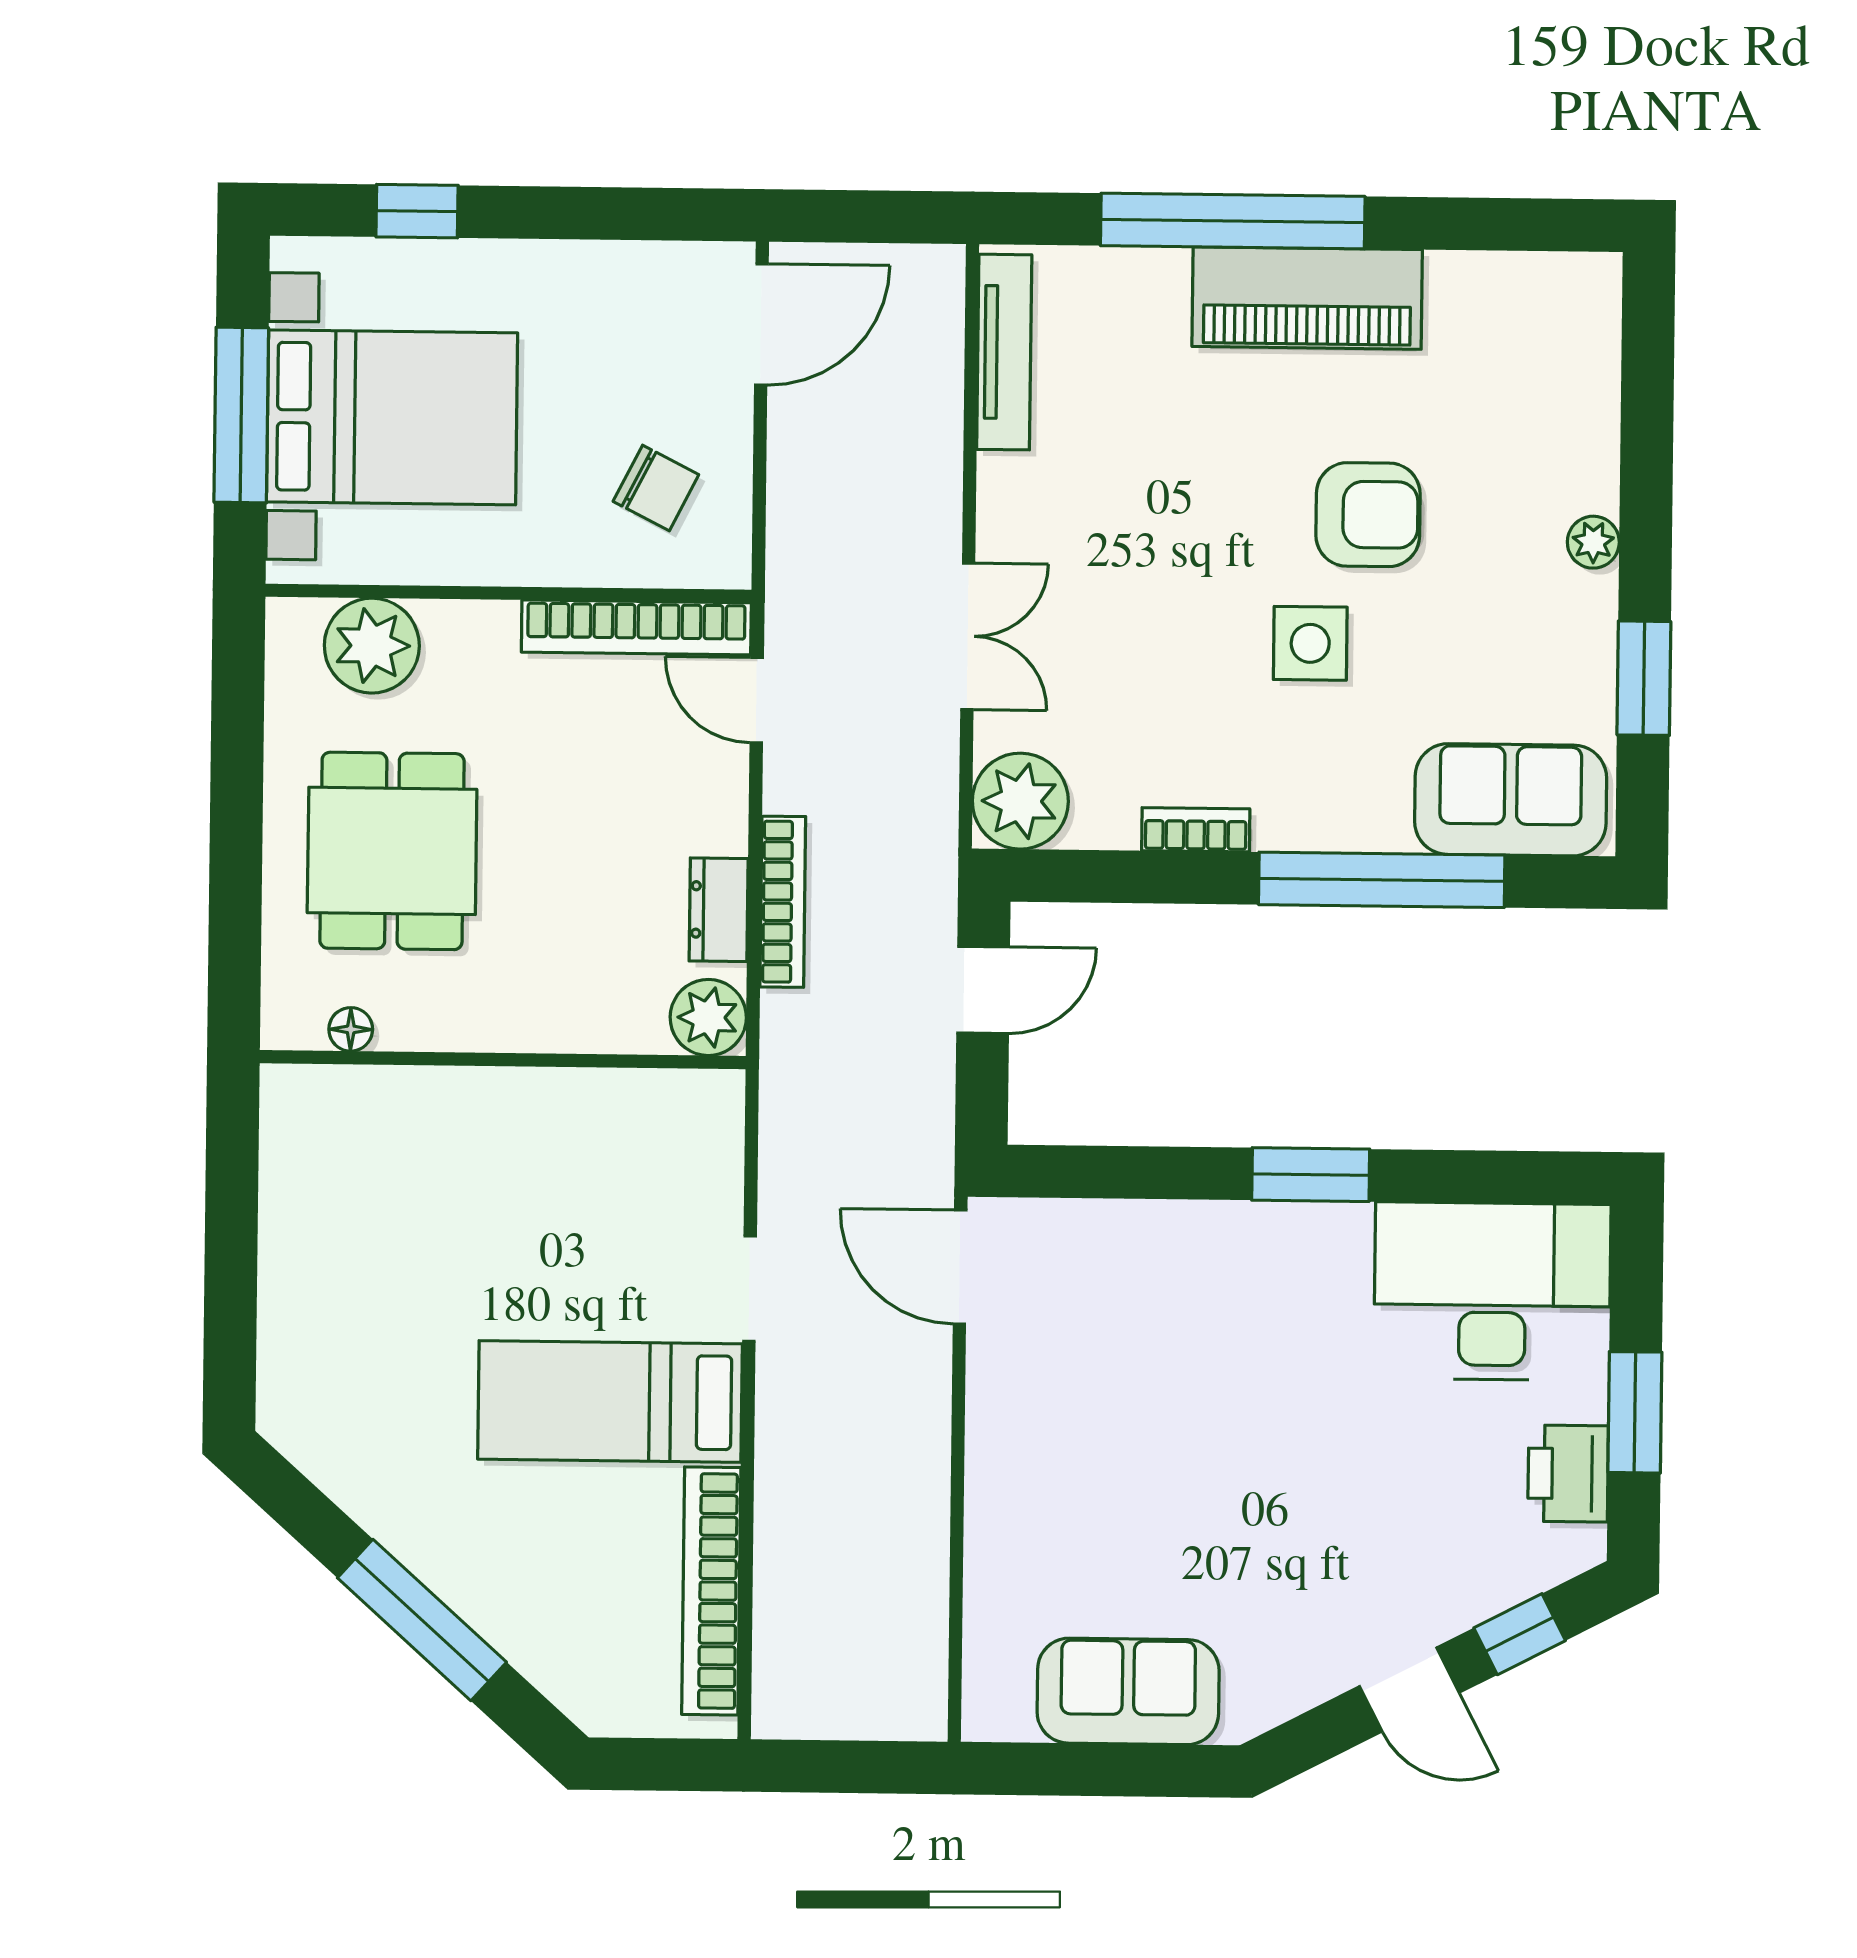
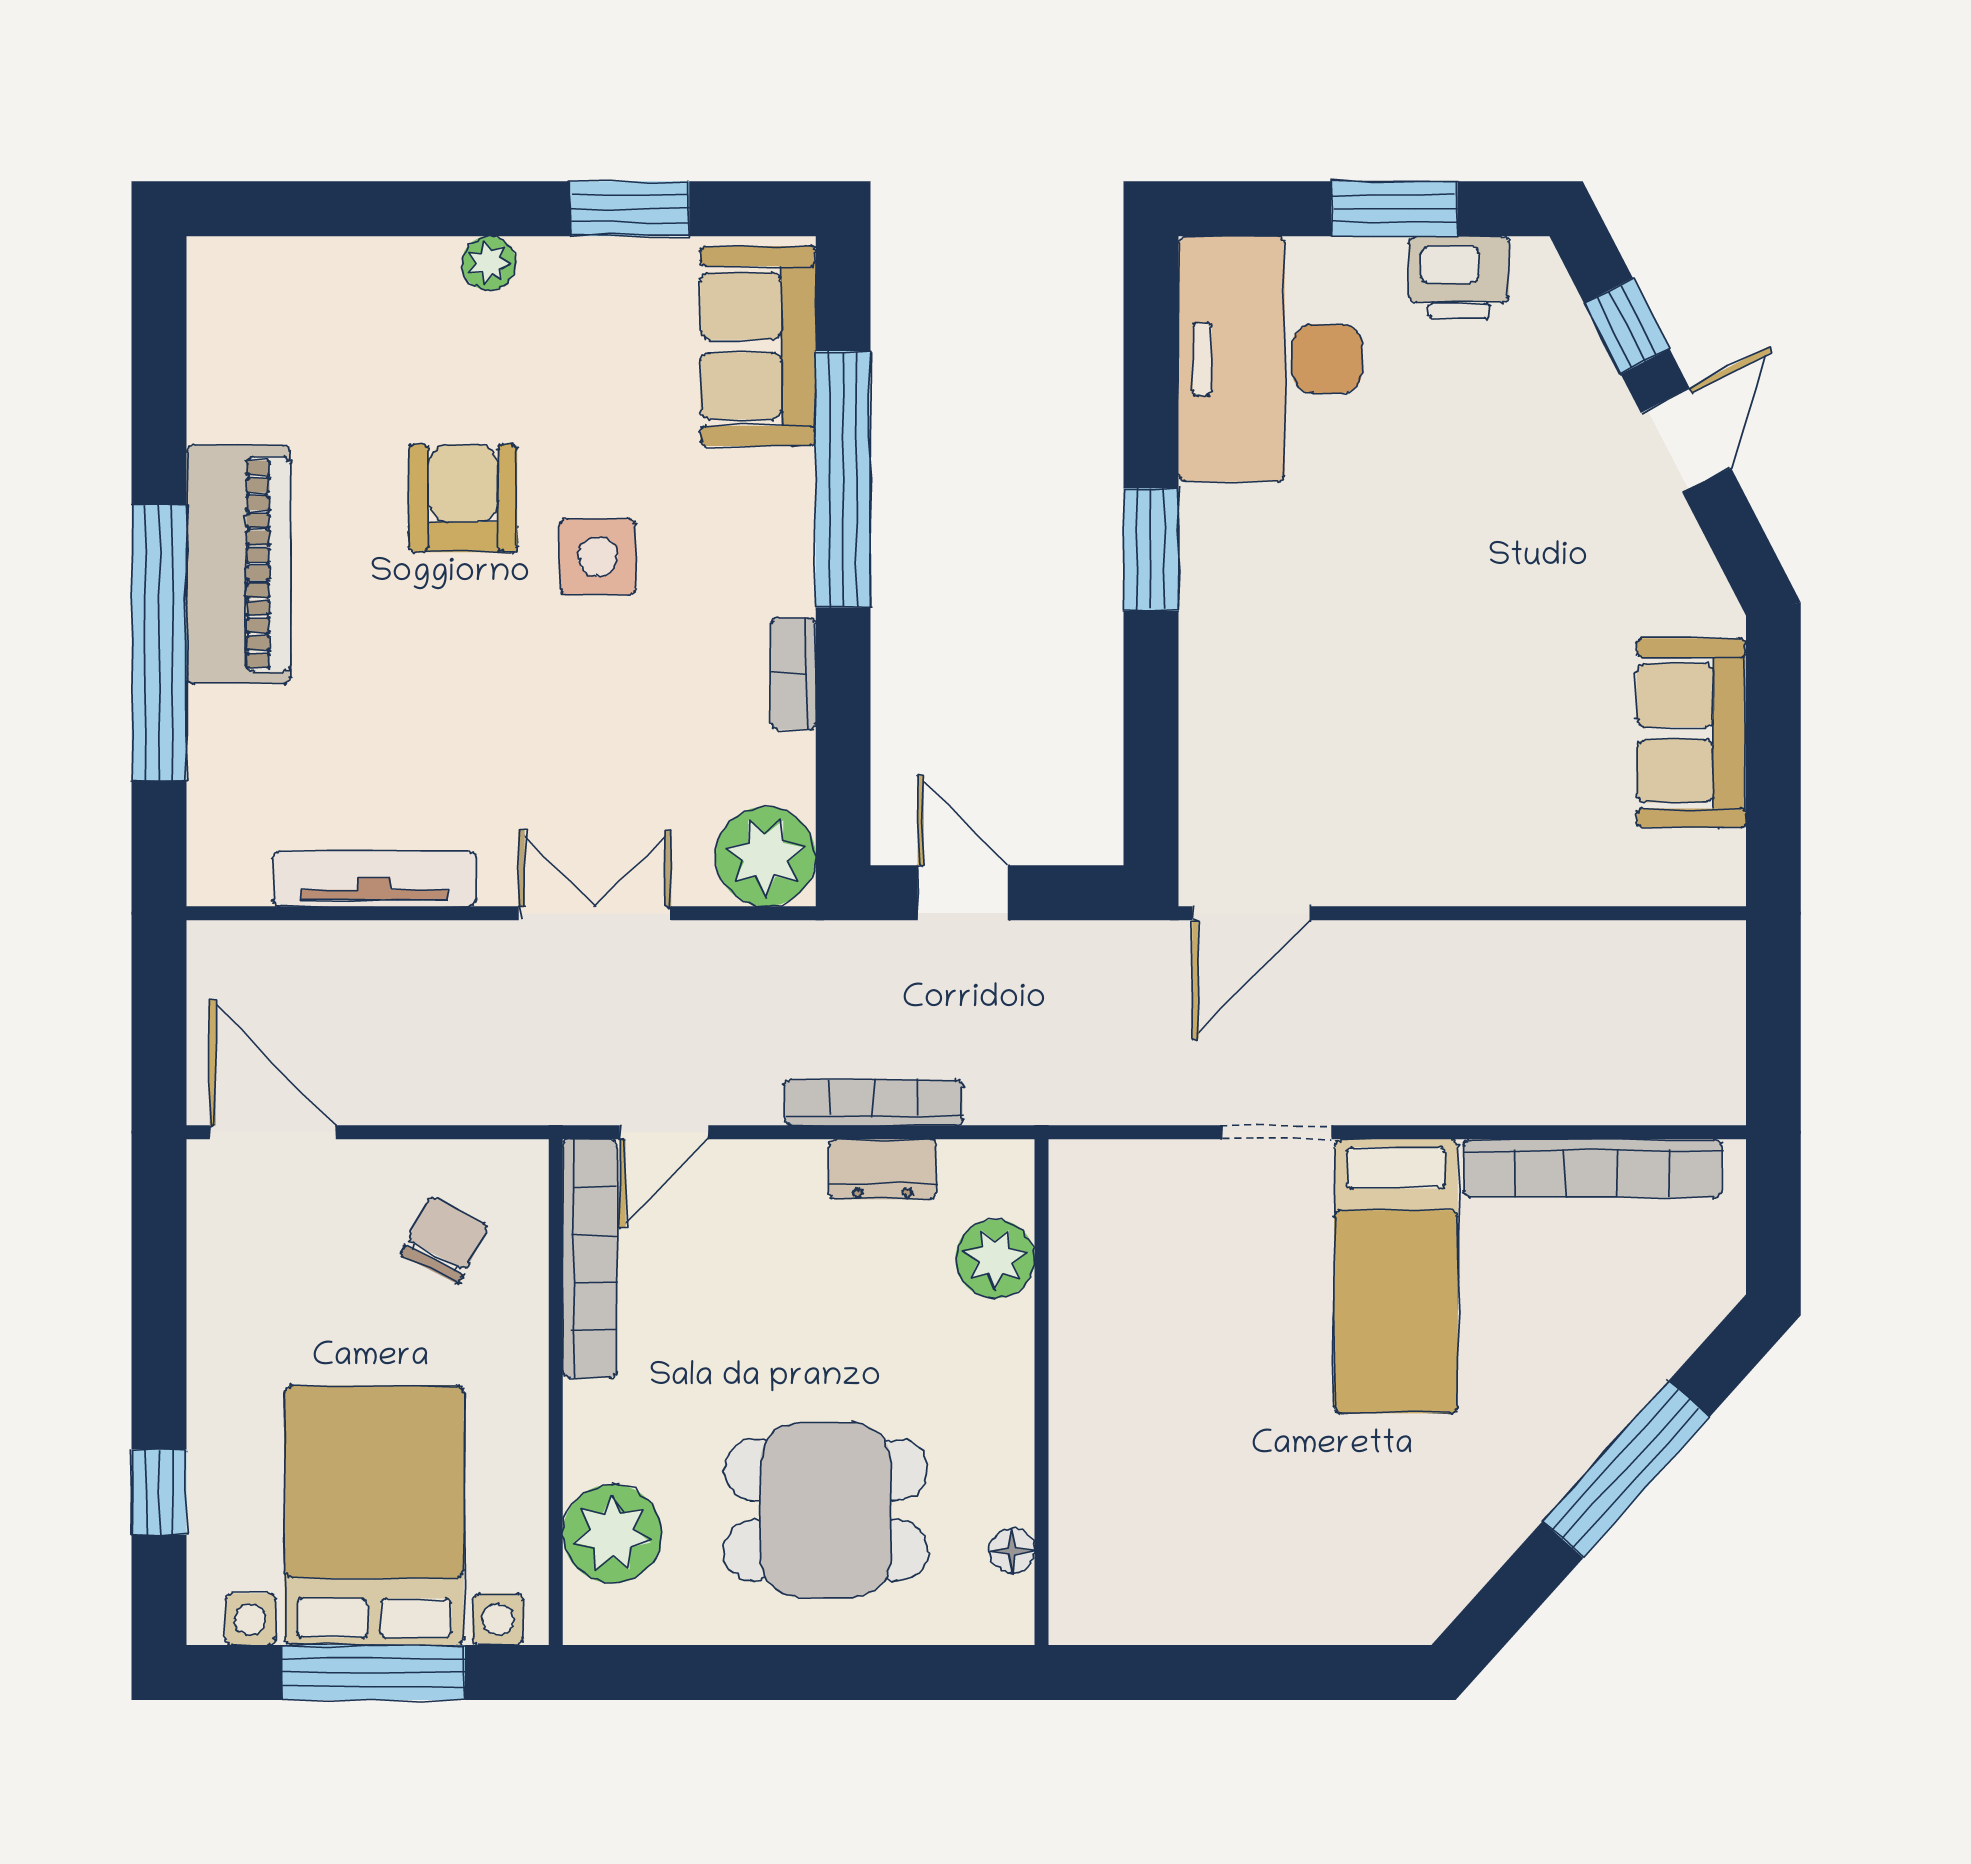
tv unit: (1004, 352) -> (374, 879), moved
plant: (708, 1017) -> (995, 1259), moved

